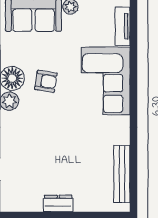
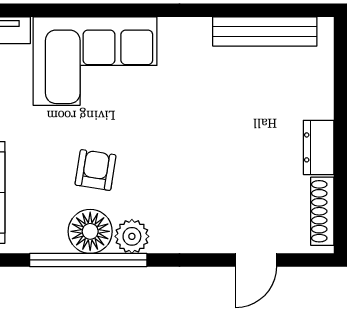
shoe rack: (23, 206) -> (322, 211), added

